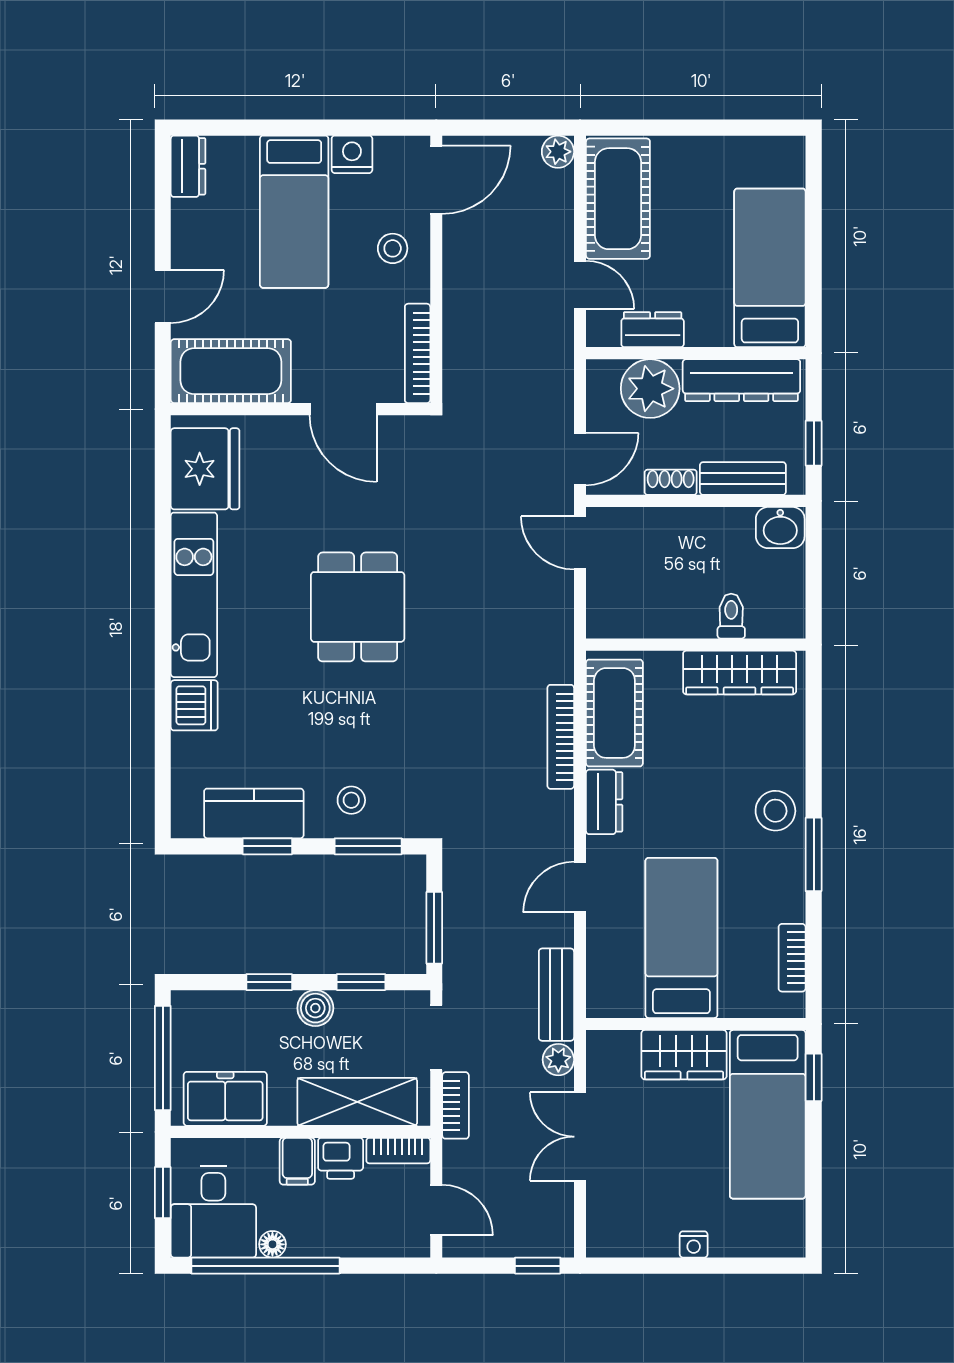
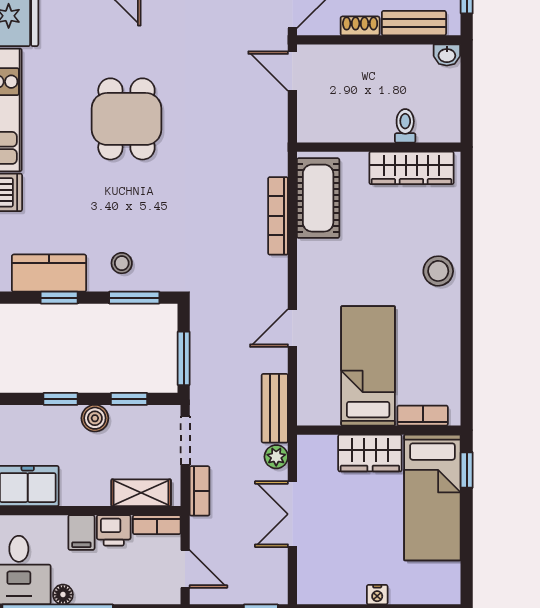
washbasin: (780, 528) -> (447, 55), width x0.72, depth x0.69
dresser: (604, 802) -> (310, 264), removed
window: (814, 854) -> (467, 304), removed
bookcase: (792, 958) -> (423, 416), moved, turned 90
shelving: (357, 1102) -> (141, 493), width x0.67, depth x0.75

